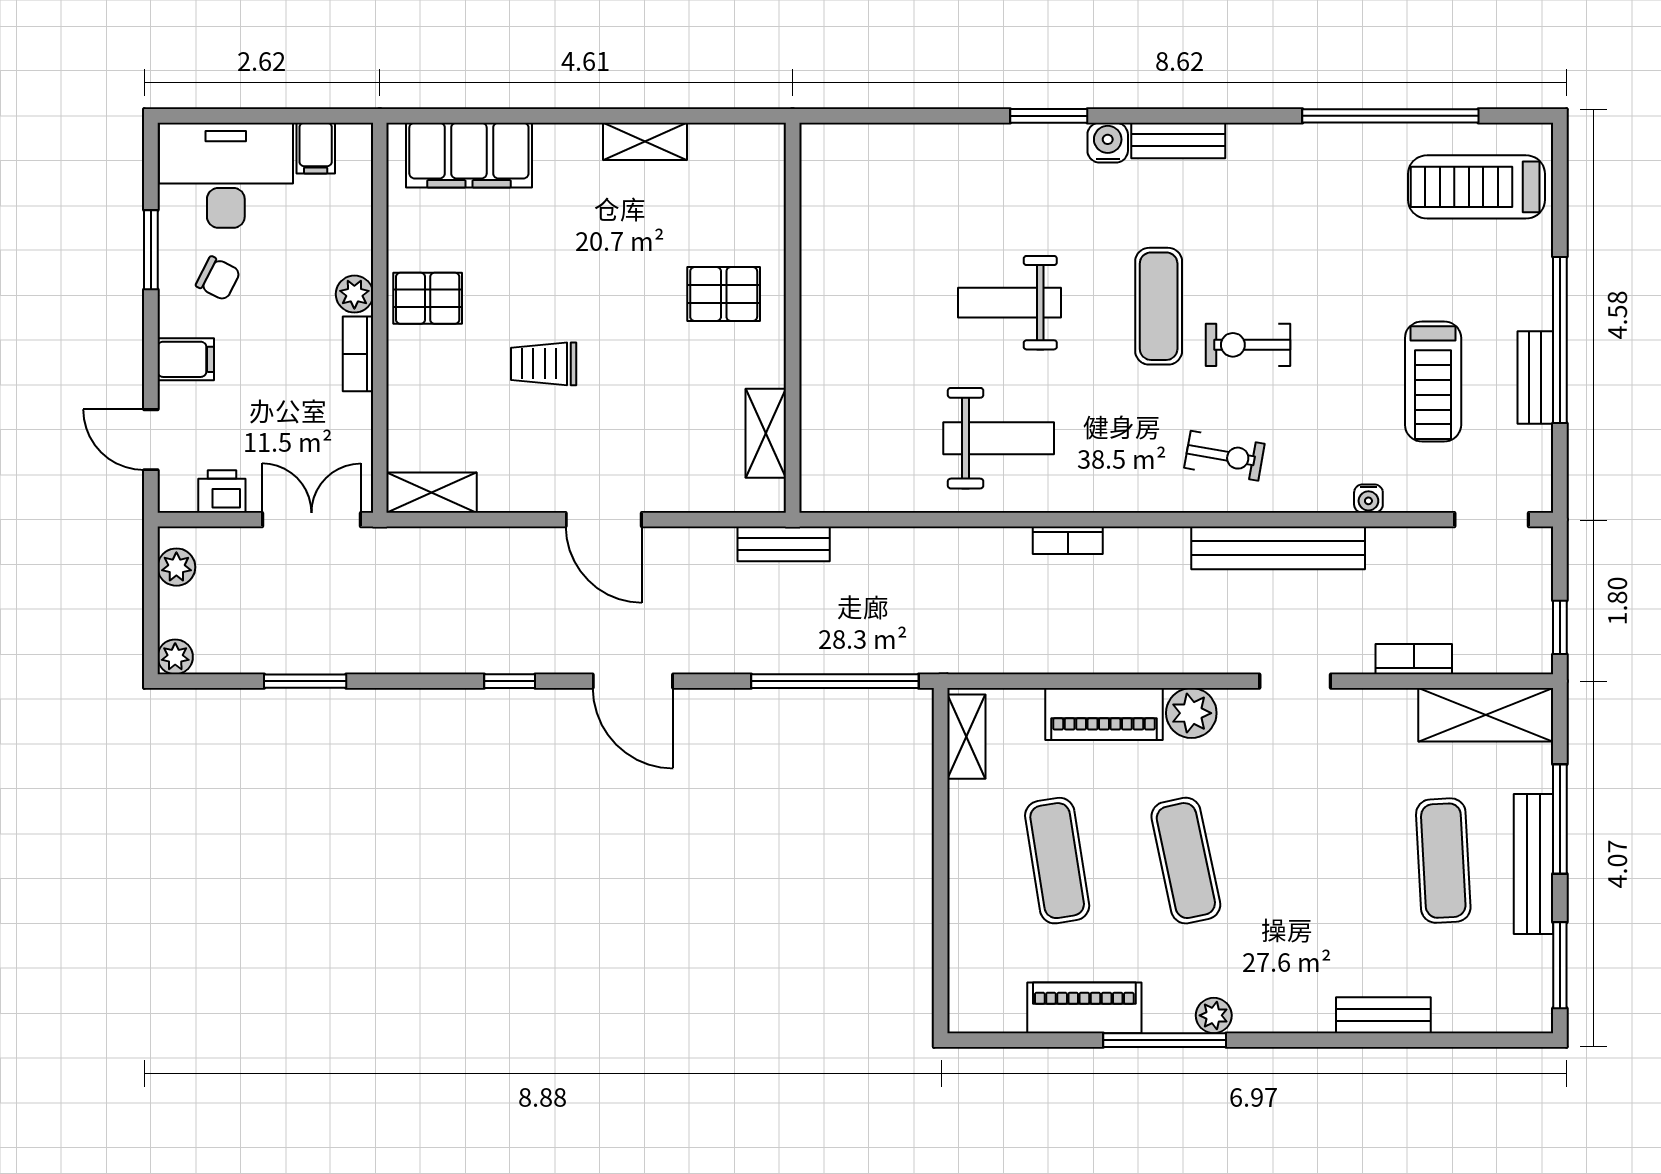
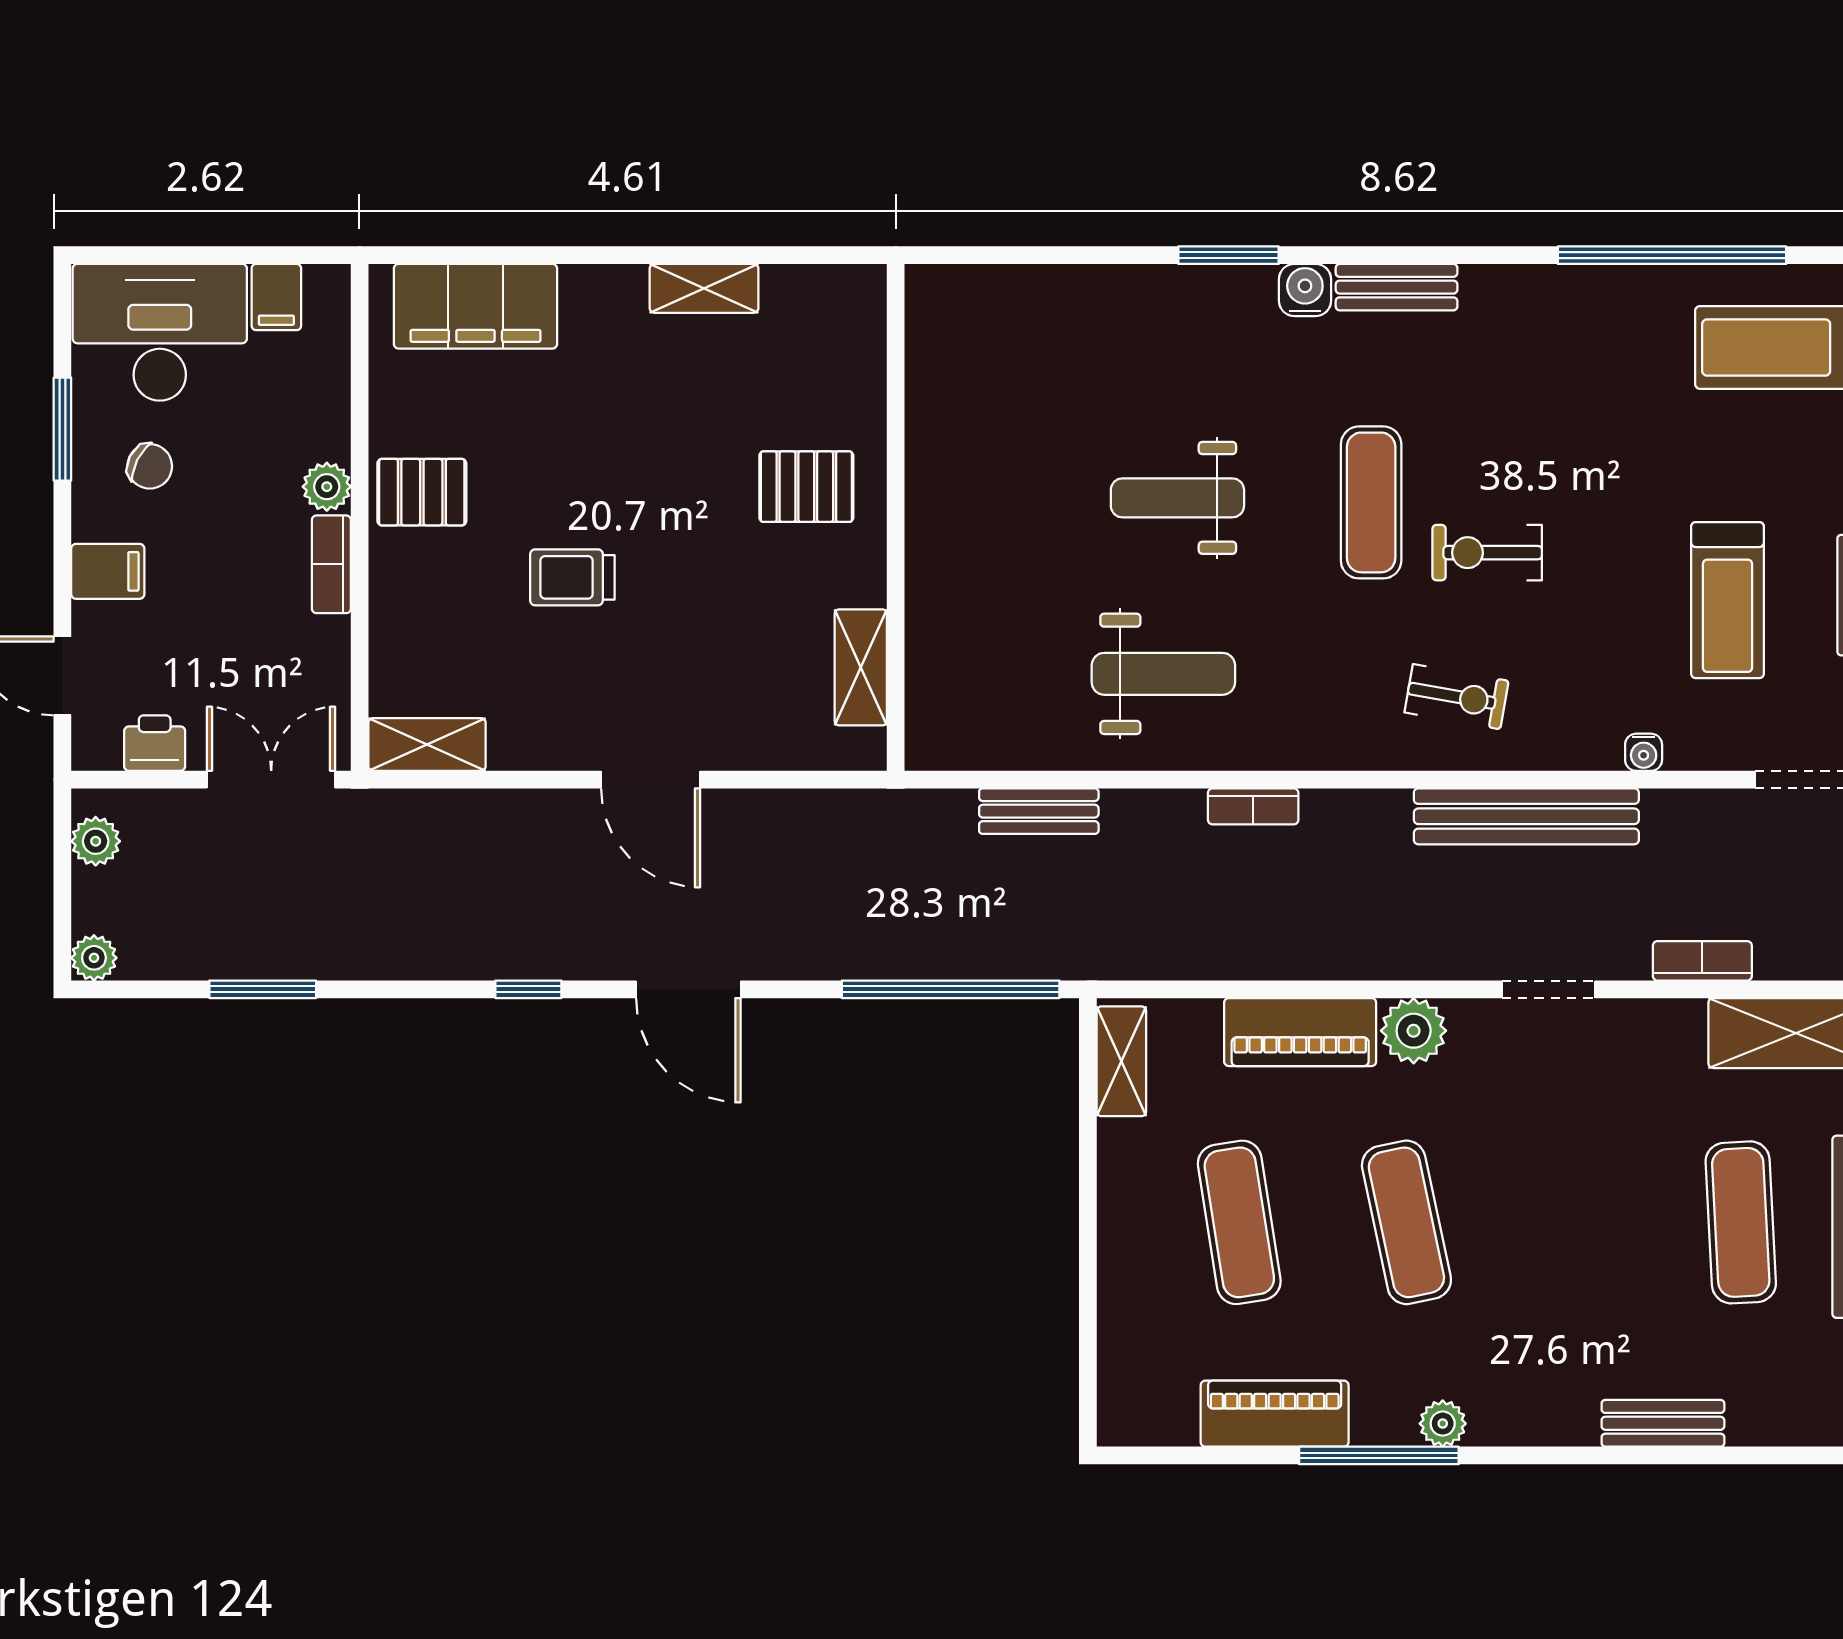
bench: (784, 544) -> (1039, 811), moved

